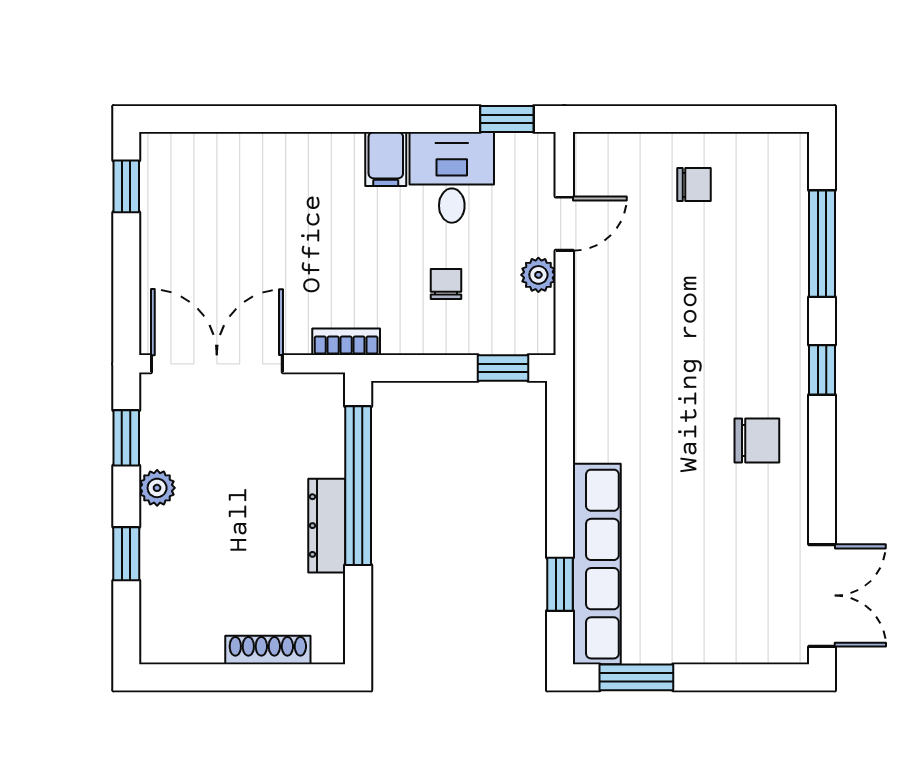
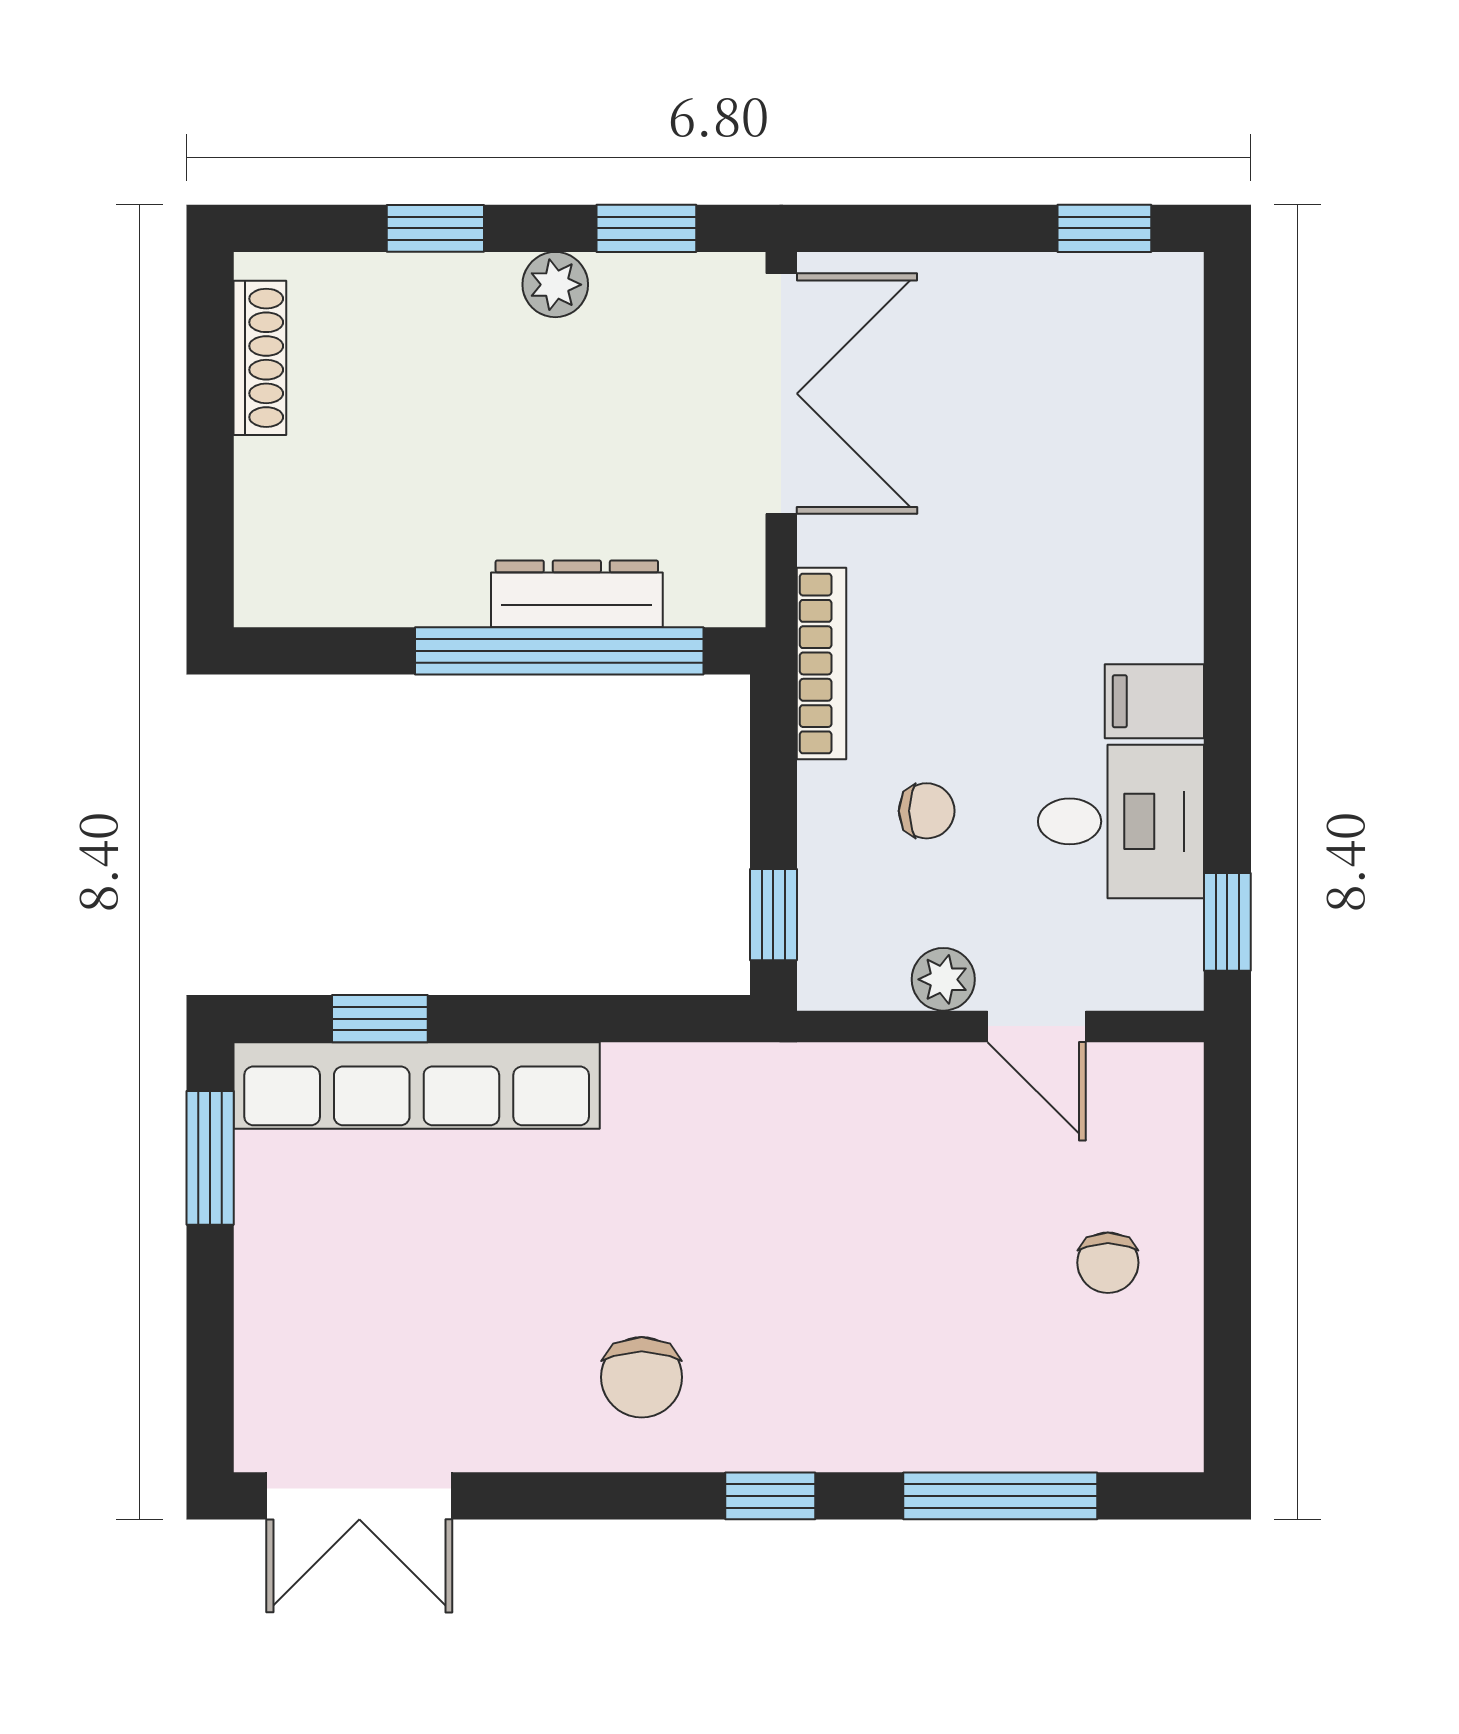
bookcase: (346, 342) -> (821, 663), width x1.56
dresser: (327, 526) -> (577, 594), moved
shoe rack: (268, 650) -> (260, 358), moved

